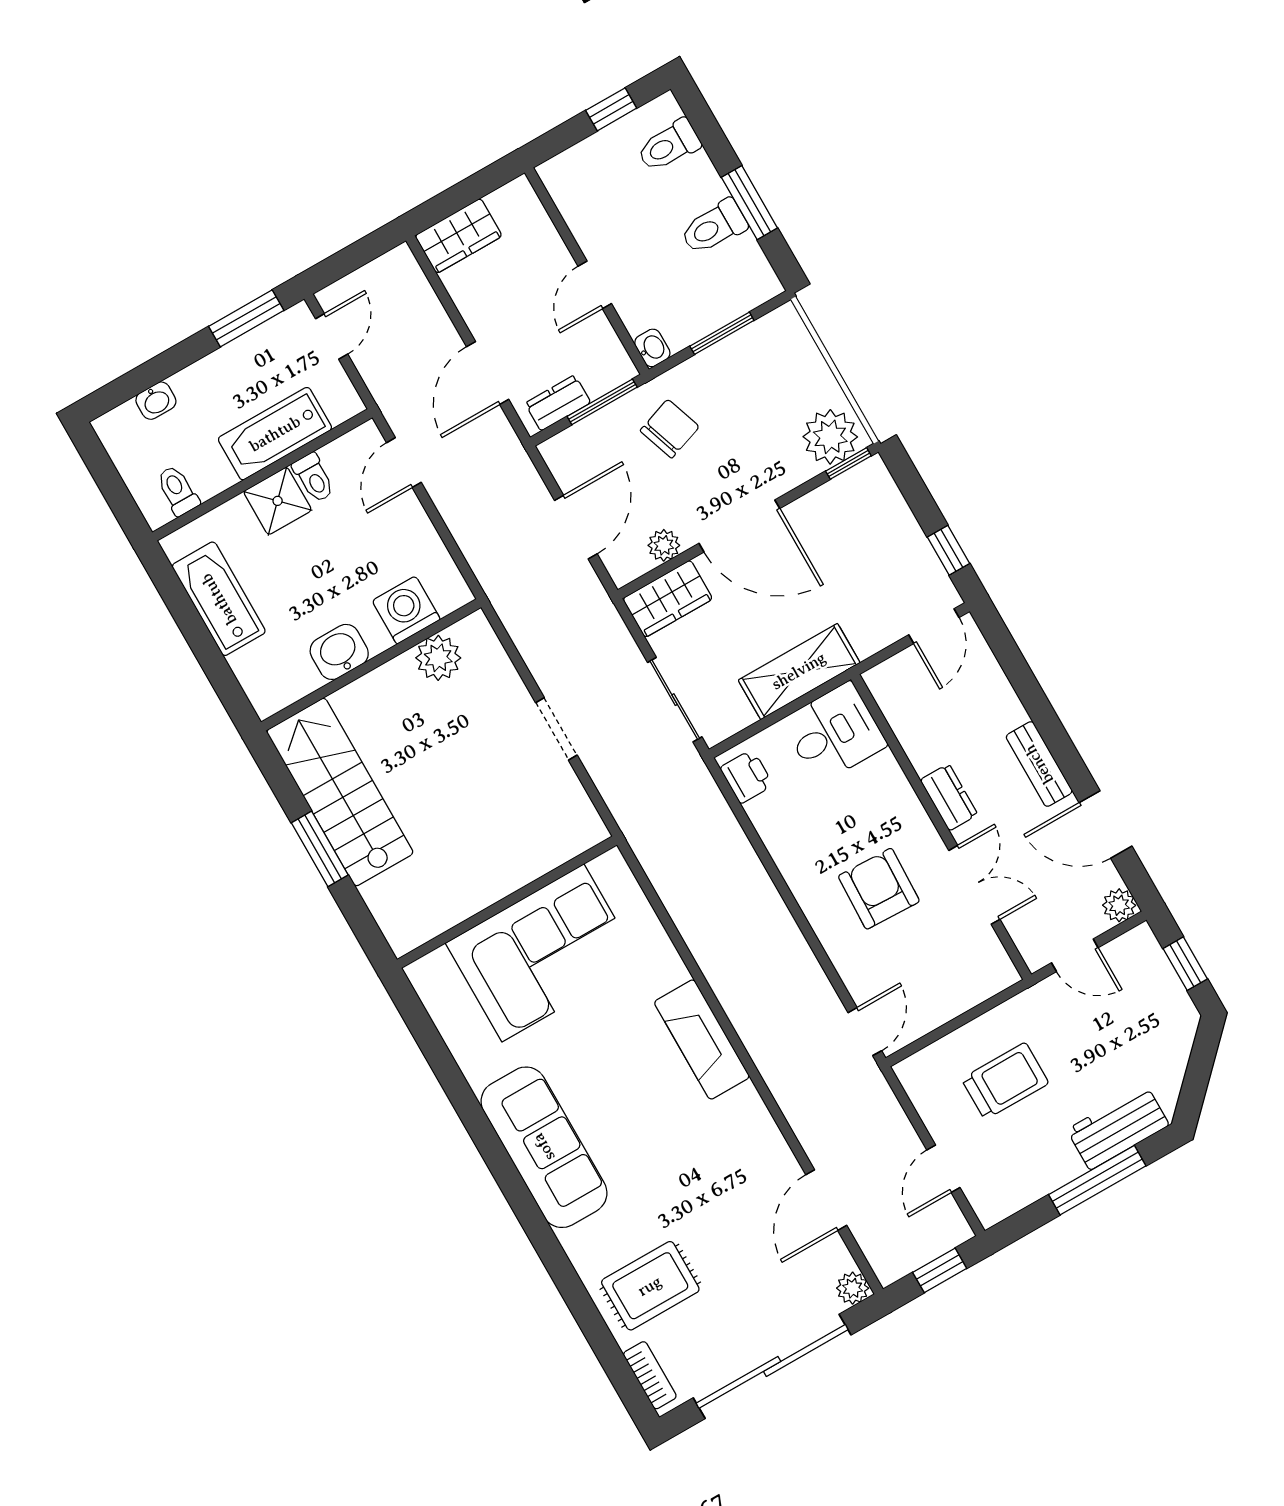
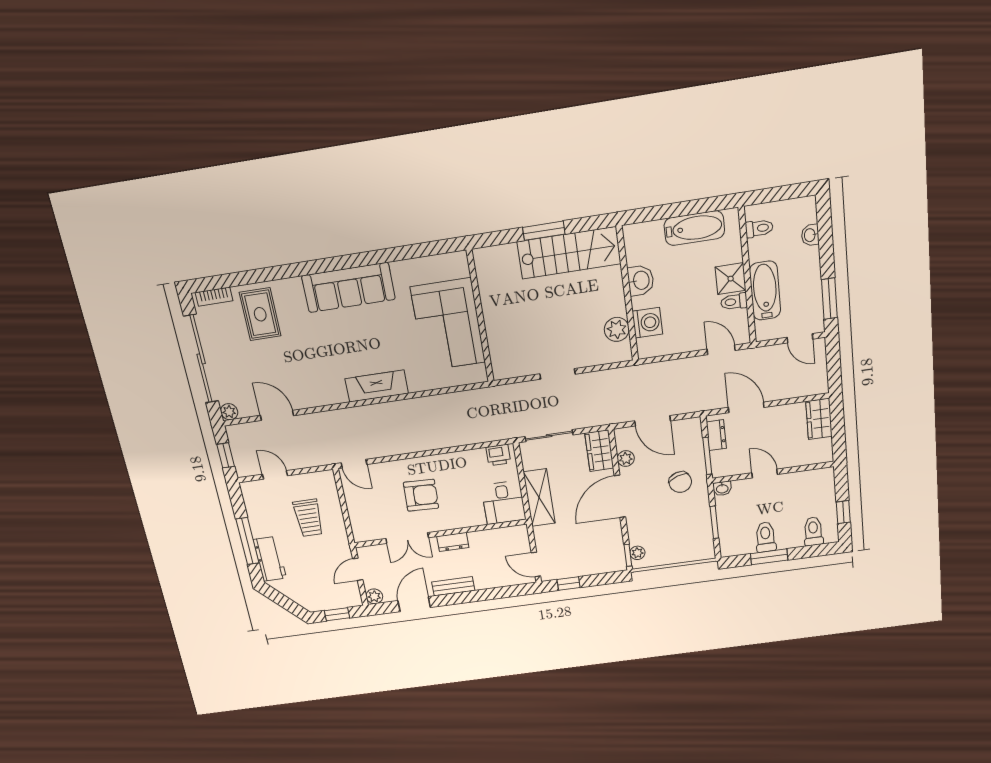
plant: (830, 437) -> (637, 553), width x0.53, depth x0.53

